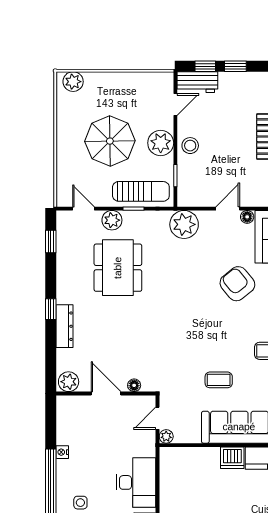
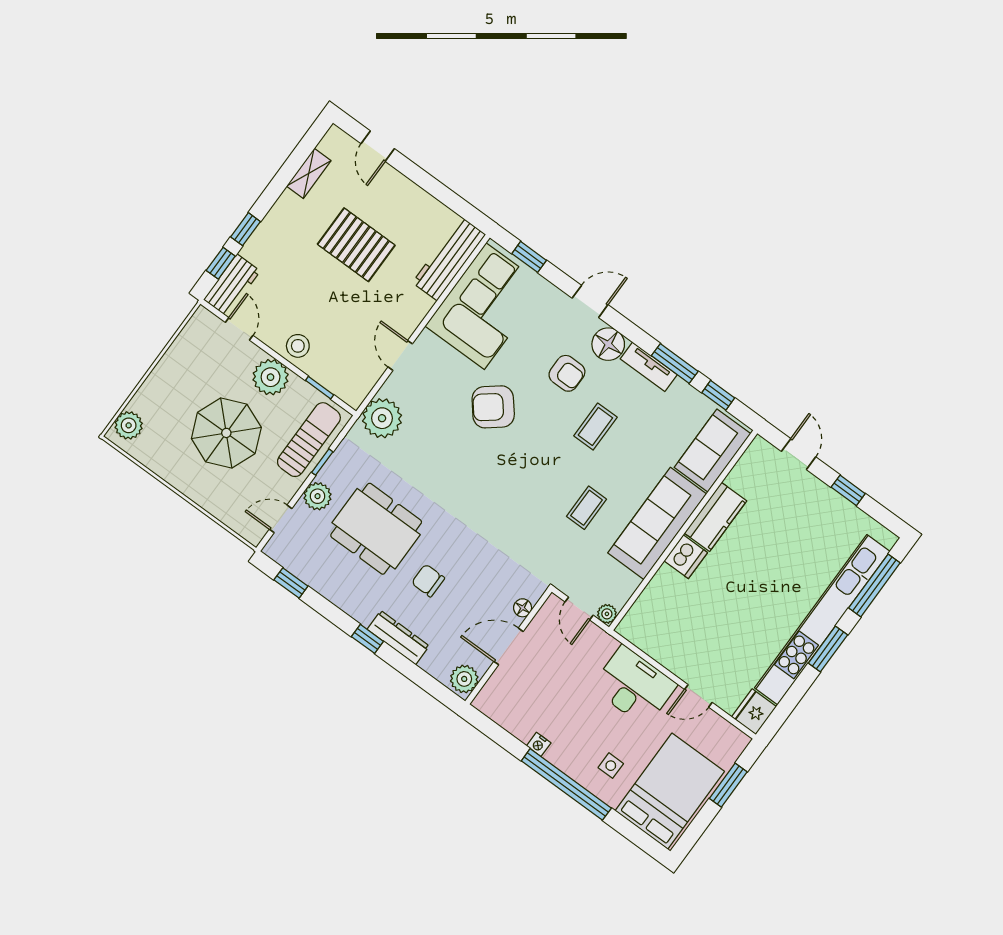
floor lamp: (247, 217) -> (426, 341), removed
chair: (110, 319) -> (428, 580), added

